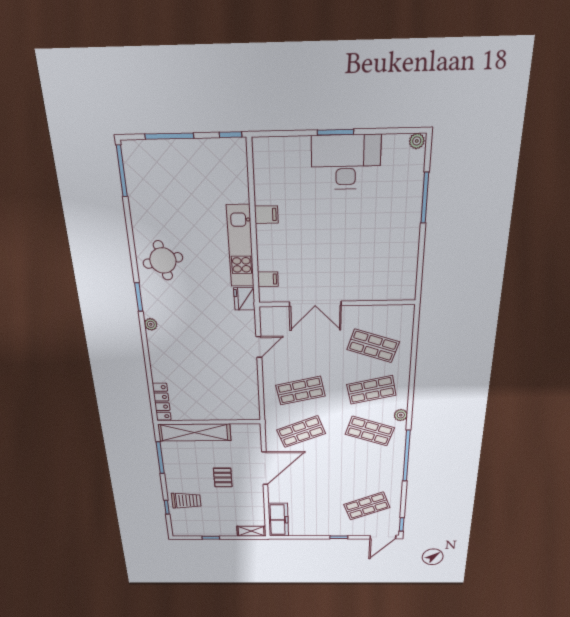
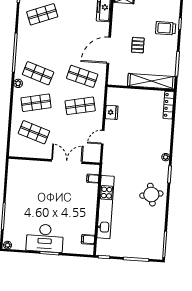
filing cabinet: (266, 215) -> (88, 239), moved
kitchen unit: (240, 246) -> (106, 207), width x1.36
fridge: (244, 299) -> (112, 112), moved
shop shelf: (301, 432) -> (82, 76), turned 36

